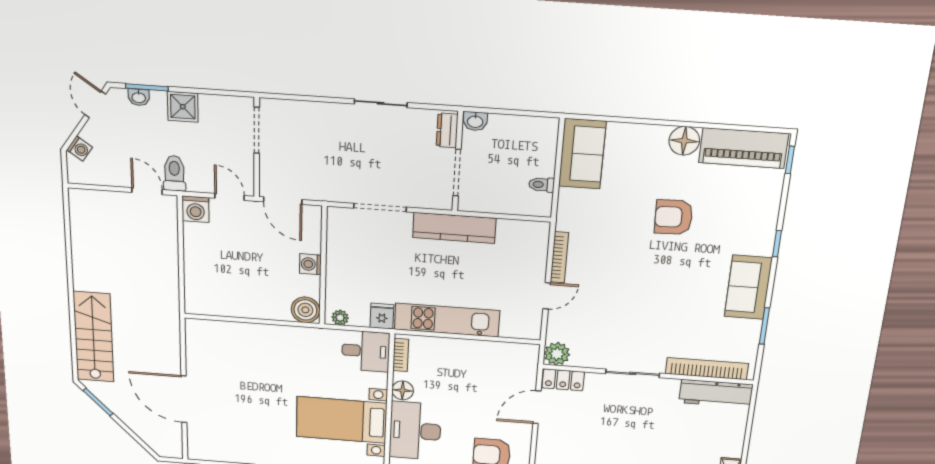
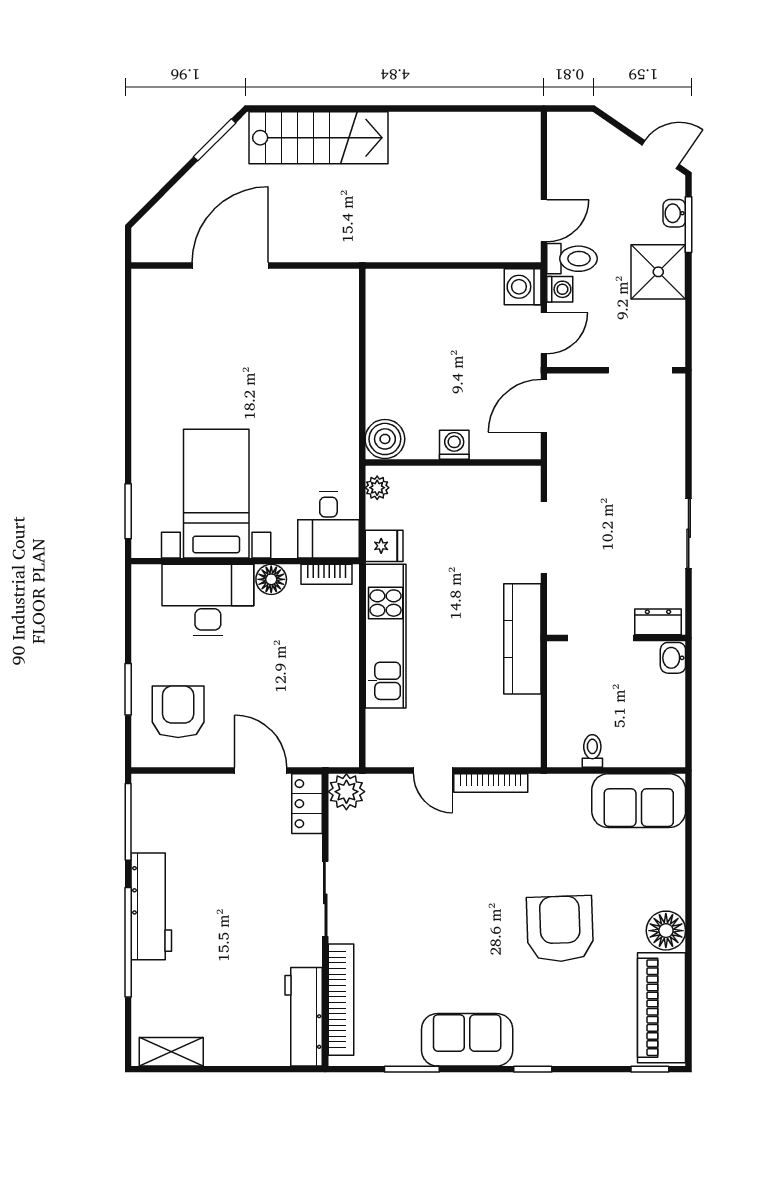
shower: (183, 107) -> (658, 272), width x1.36, depth x1.36
washing machine: (80, 149) -> (560, 289), moved, turned -125
armchair: (674, 217) -> (560, 929), width x1.36, depth x1.36

